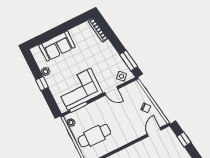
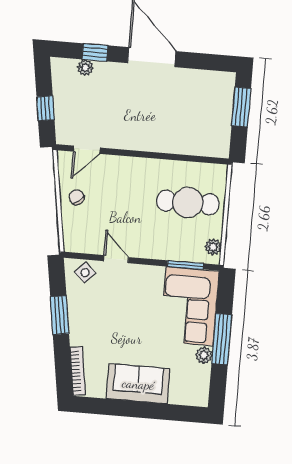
sofa: (57, 46) -> (138, 384), moved
window: (129, 61) -> (60, 315), moved
window: (42, 84) -> (222, 339), width x2.17
corner sofa: (79, 89) -> (190, 306), moved, turned 90

